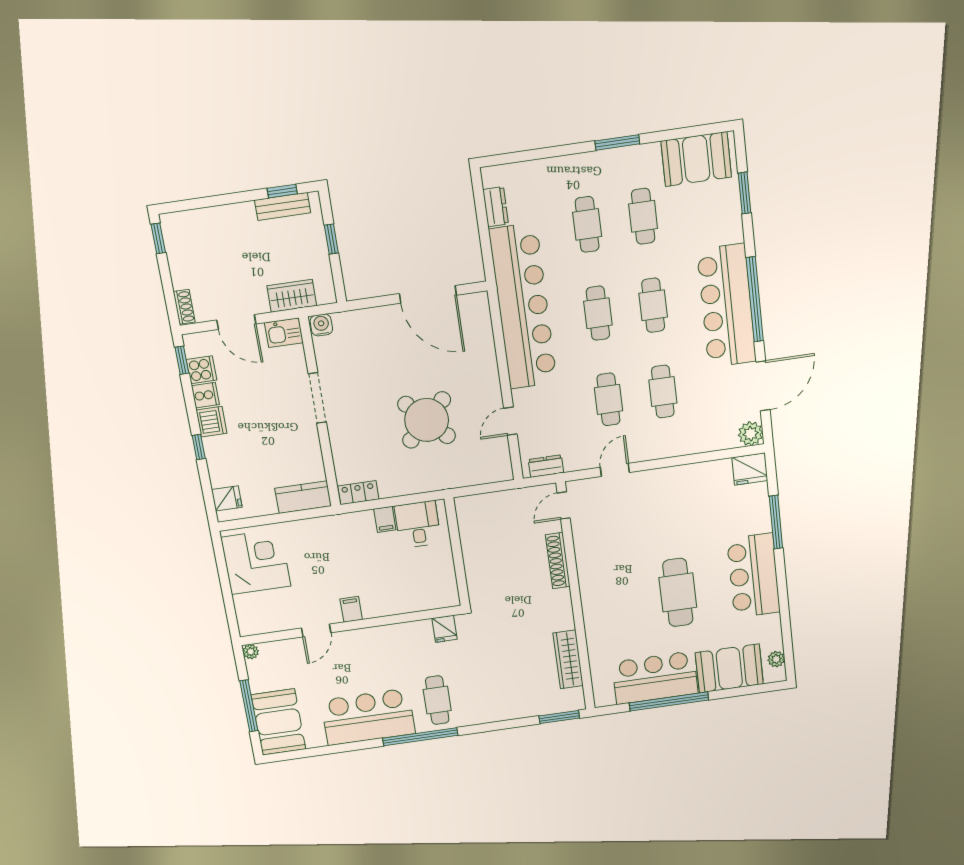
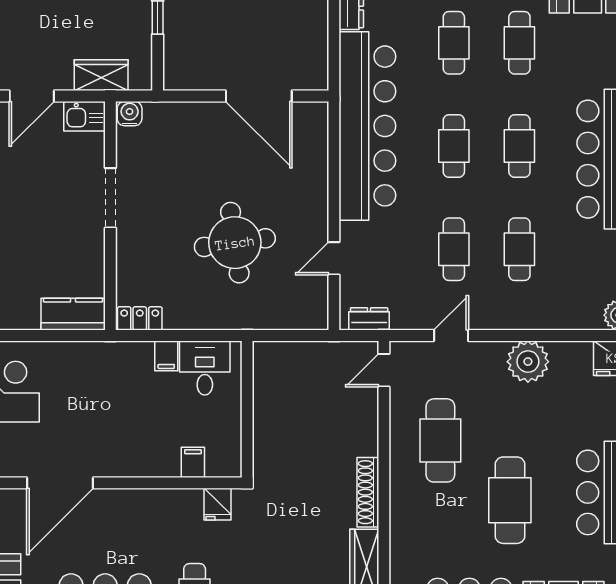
door: (236, 322) -> (32, 96), hinge flipped
round table: (427, 420) -> (235, 243), turned 36
plant: (680, 482) -> (528, 362), added
cafe table: (616, 554) -> (440, 440), added
shoe rack: (558, 561) -> (368, 492), moved
filing cabinet: (351, 609) -> (193, 462), moved
door: (316, 630) -> (60, 483), width x1.88

